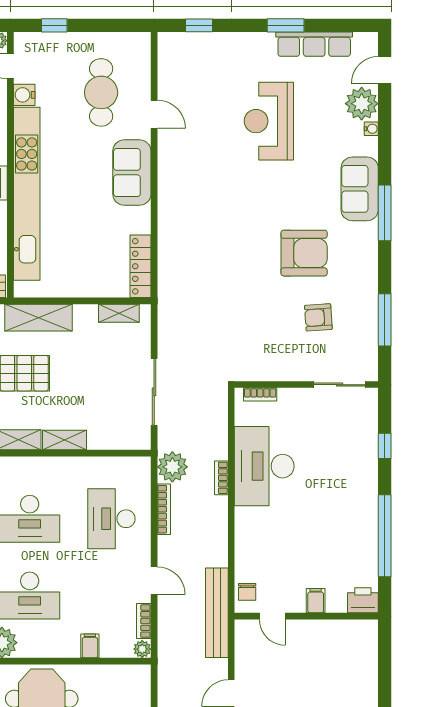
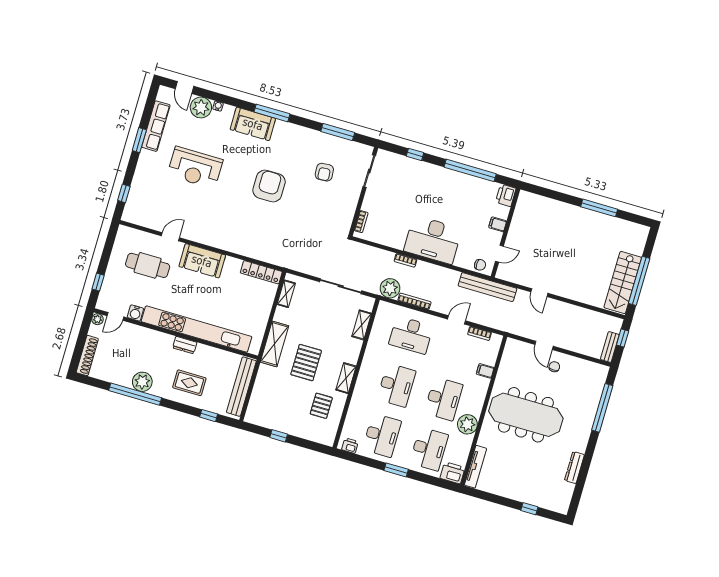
armchair: (304, 253) -> (269, 186), moved
shelving: (64, 440) -> (362, 325), moved
desk: (264, 466) -> (433, 240), moved
plant: (142, 649) -> (496, 339), removed

